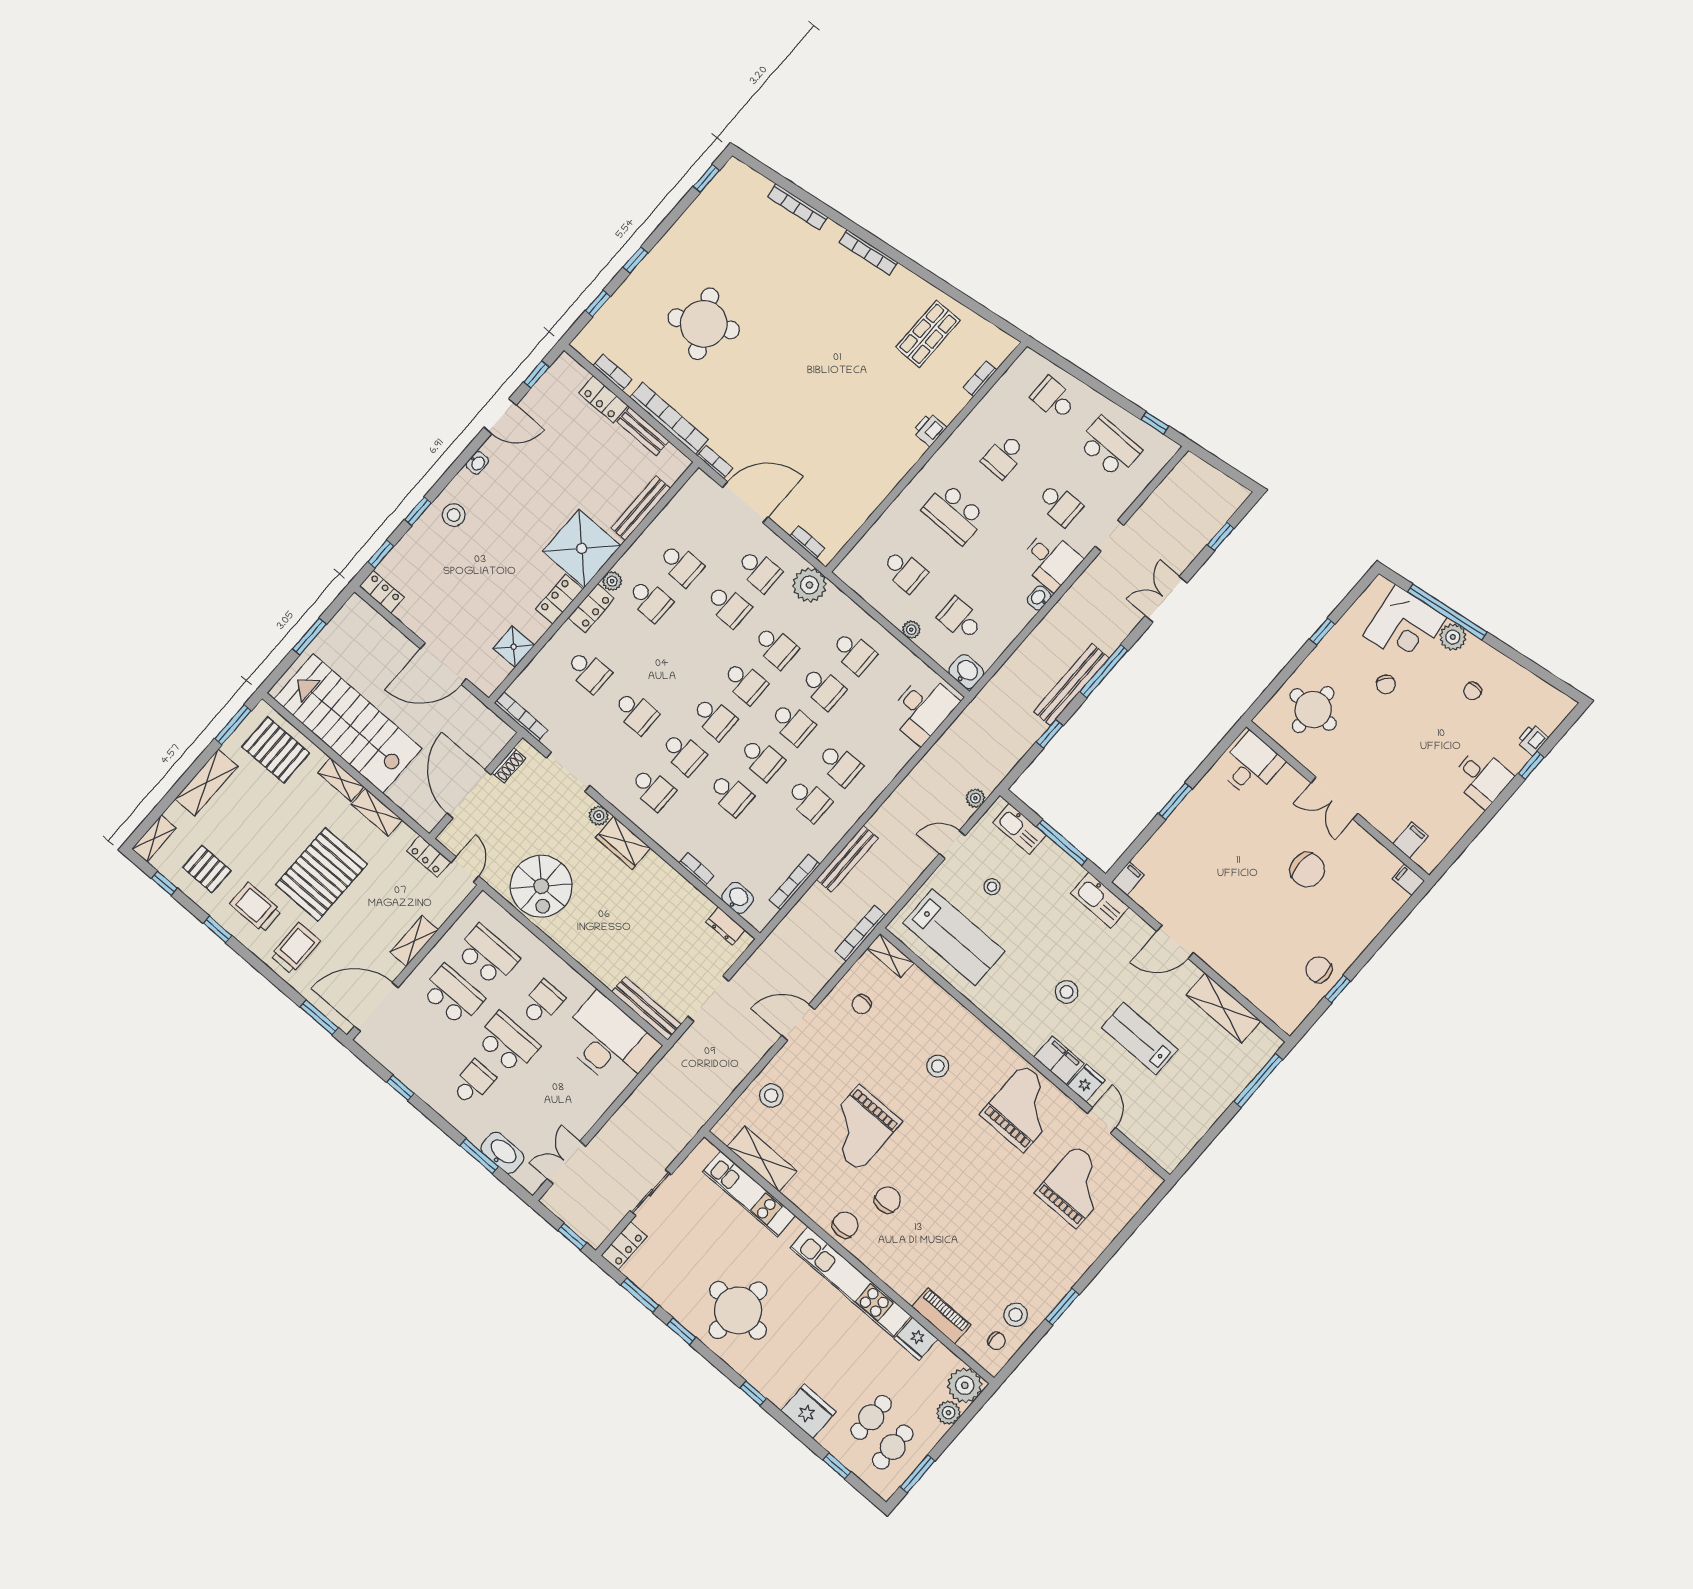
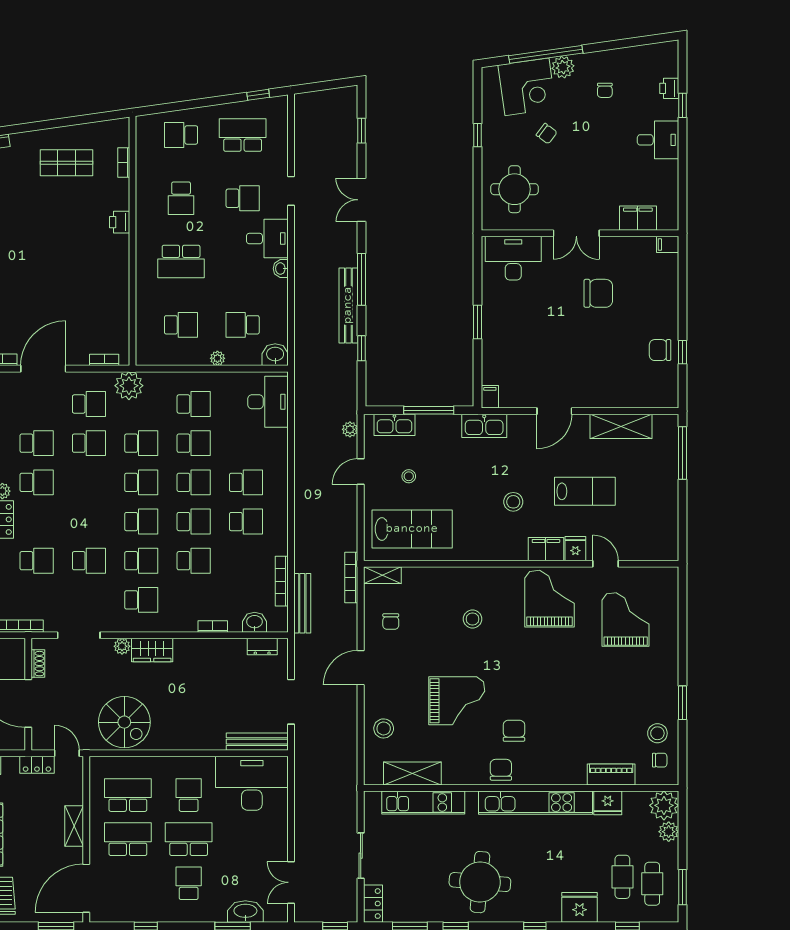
shop shelf: (928, 334) -> (66, 163), turned 90
desk: (1251, 765) -> (513, 258), width x1.37
filing cabinet: (1411, 840) -> (638, 218), width x2.00
bench: (847, 859) -> (302, 603), moved
lab bench: (1140, 1039) -> (585, 491), turned 180
grand piano: (859, 1128) -> (457, 701), turned -90

